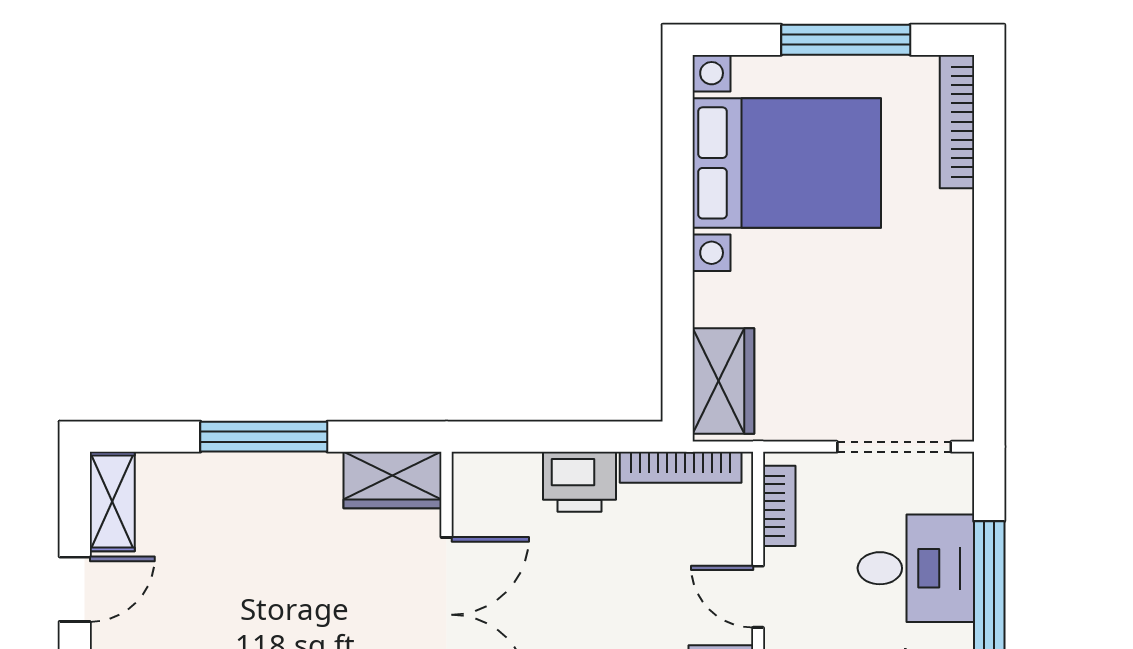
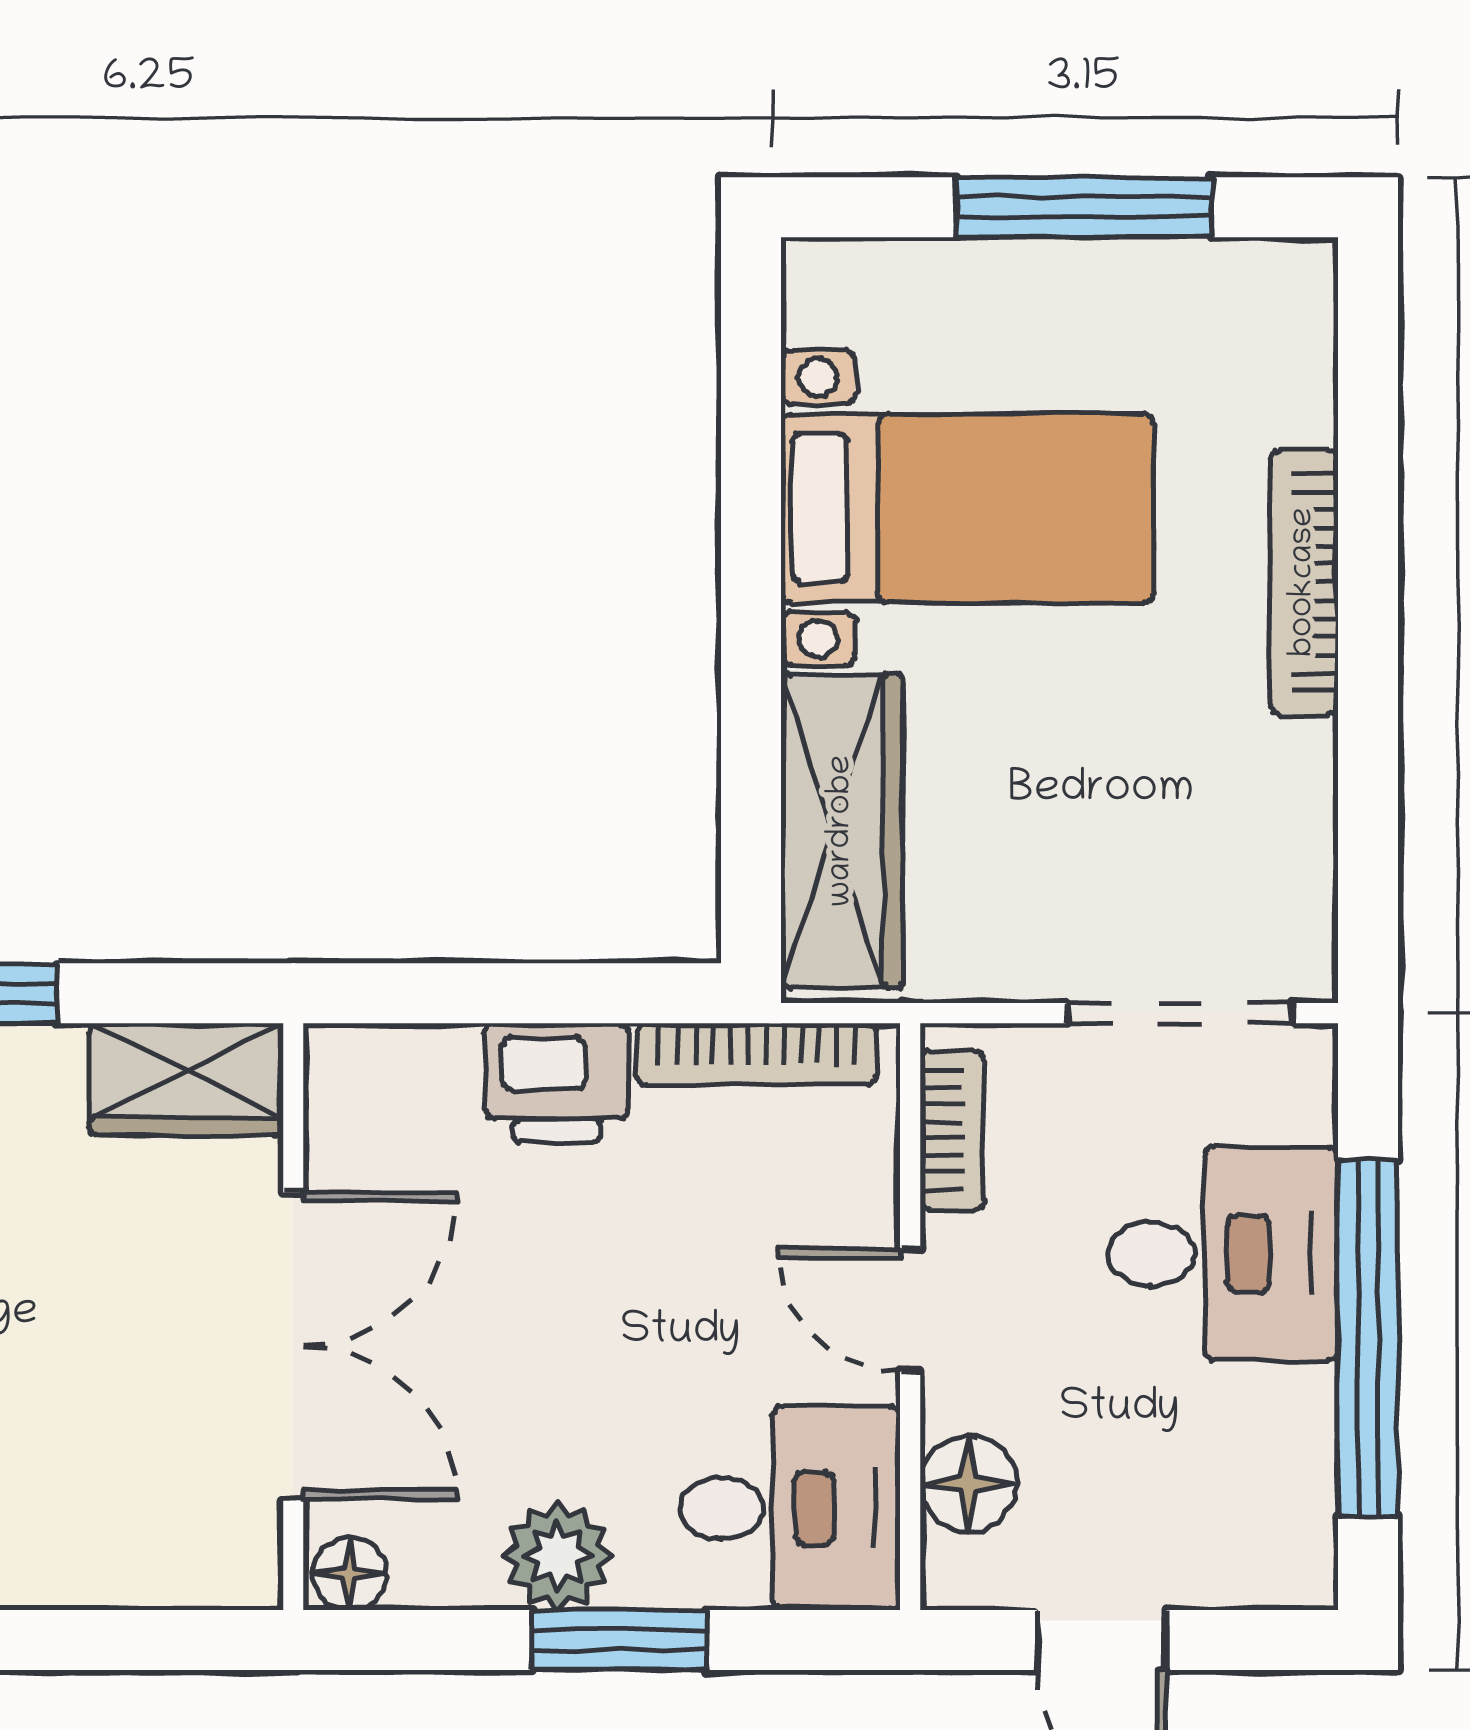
bookcase: (957, 122) -> (1304, 582), moved
bed with nightstands: (787, 163) -> (967, 508), width x0.73
wardrobe: (723, 381) -> (842, 831), width x1.50

